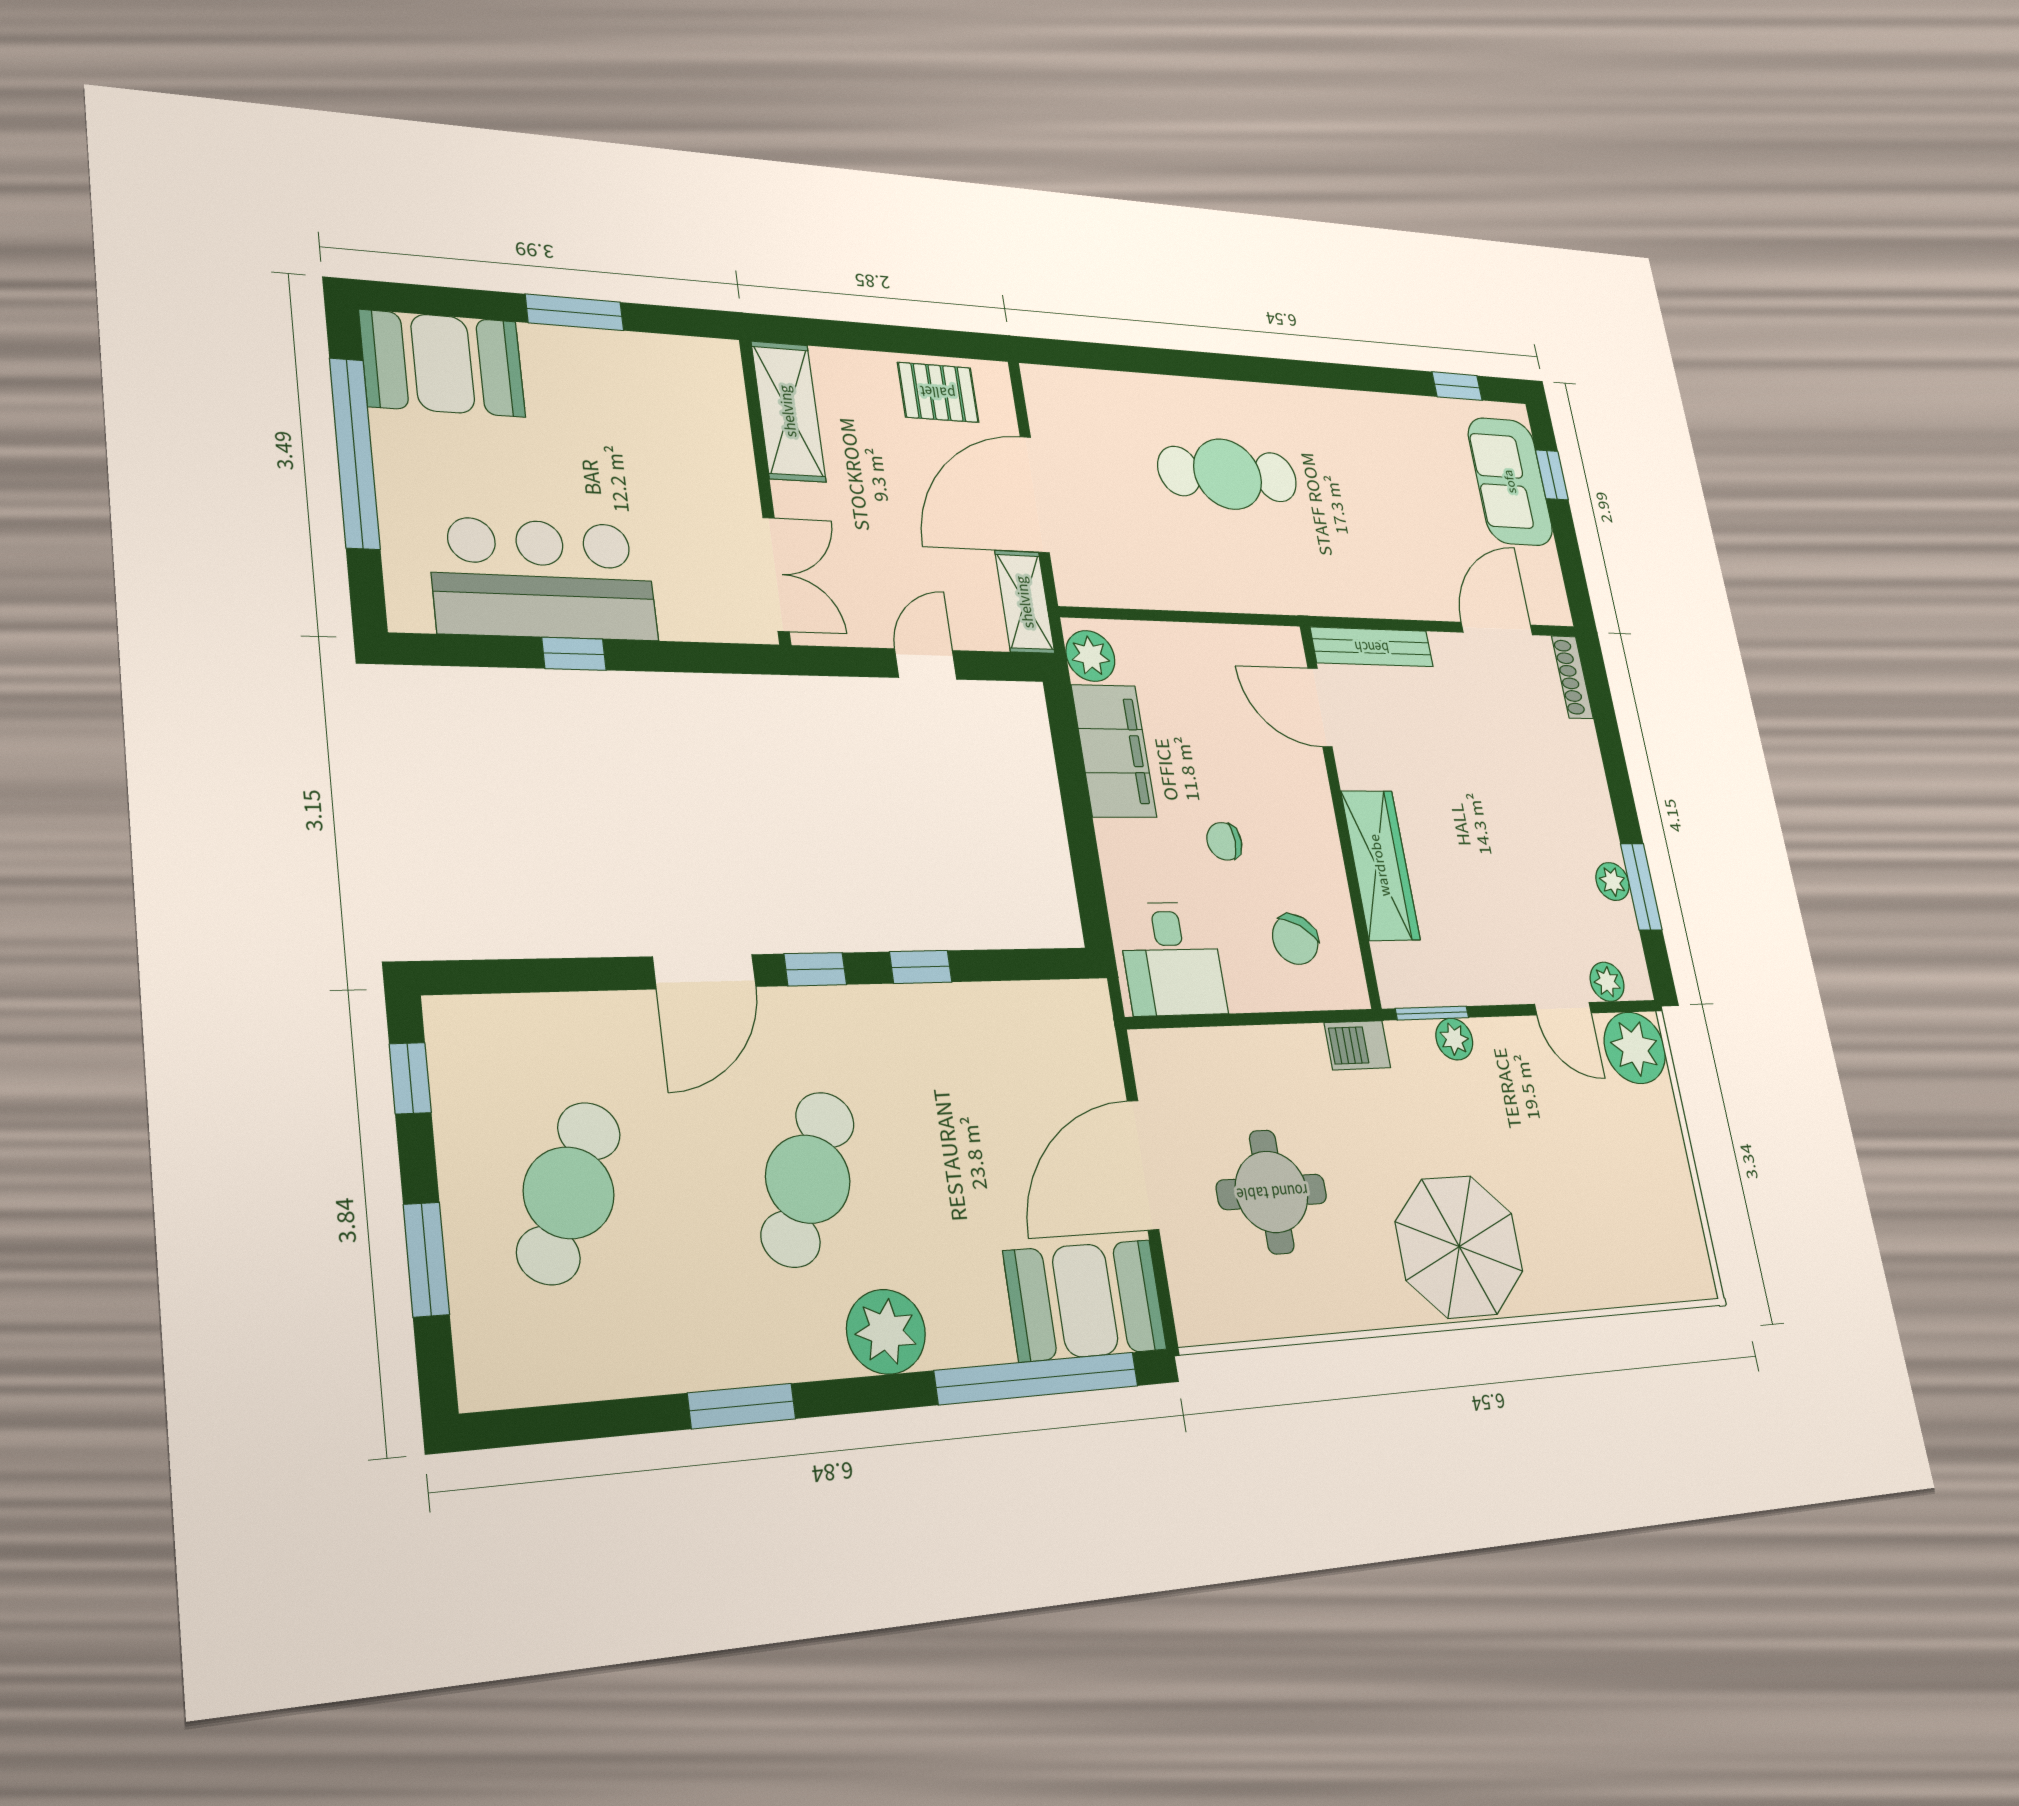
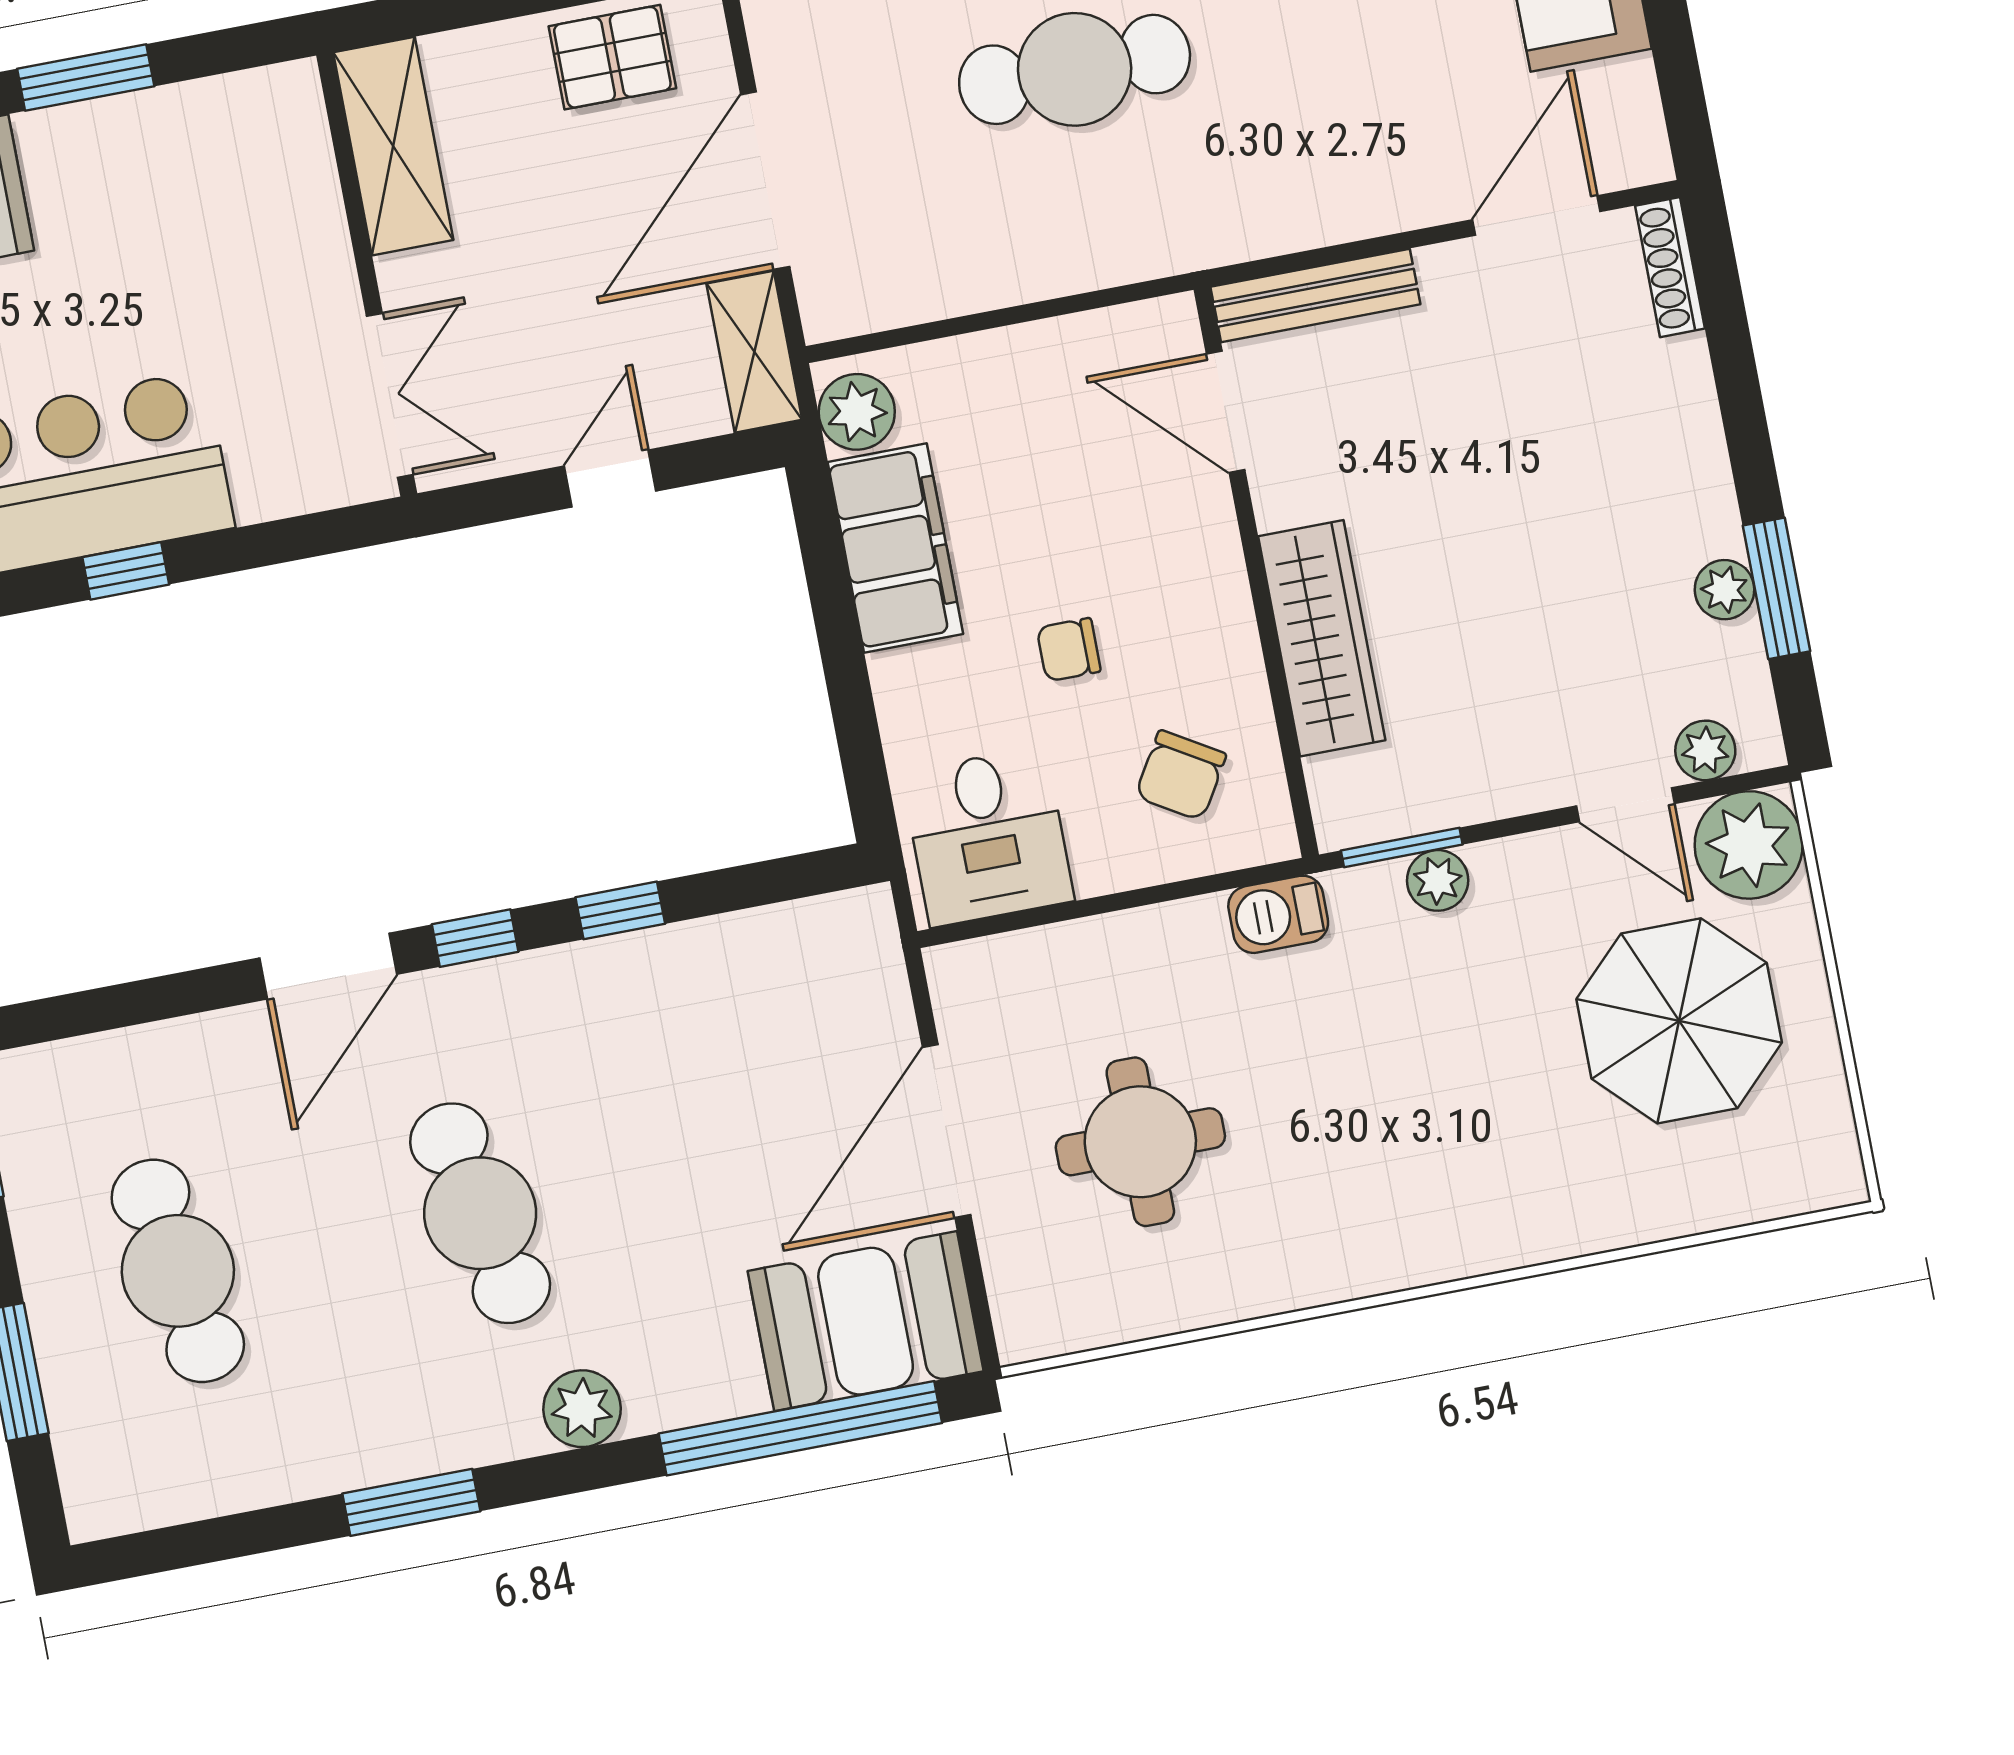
cafe table: (808, 1179) -> (480, 1213), turned -36
cafe table: (569, 1193) -> (178, 1271), turned -33
parasol: (1459, 1247) -> (1679, 1021), moved
plant: (886, 1332) -> (582, 1409), width x0.73, depth x0.73

